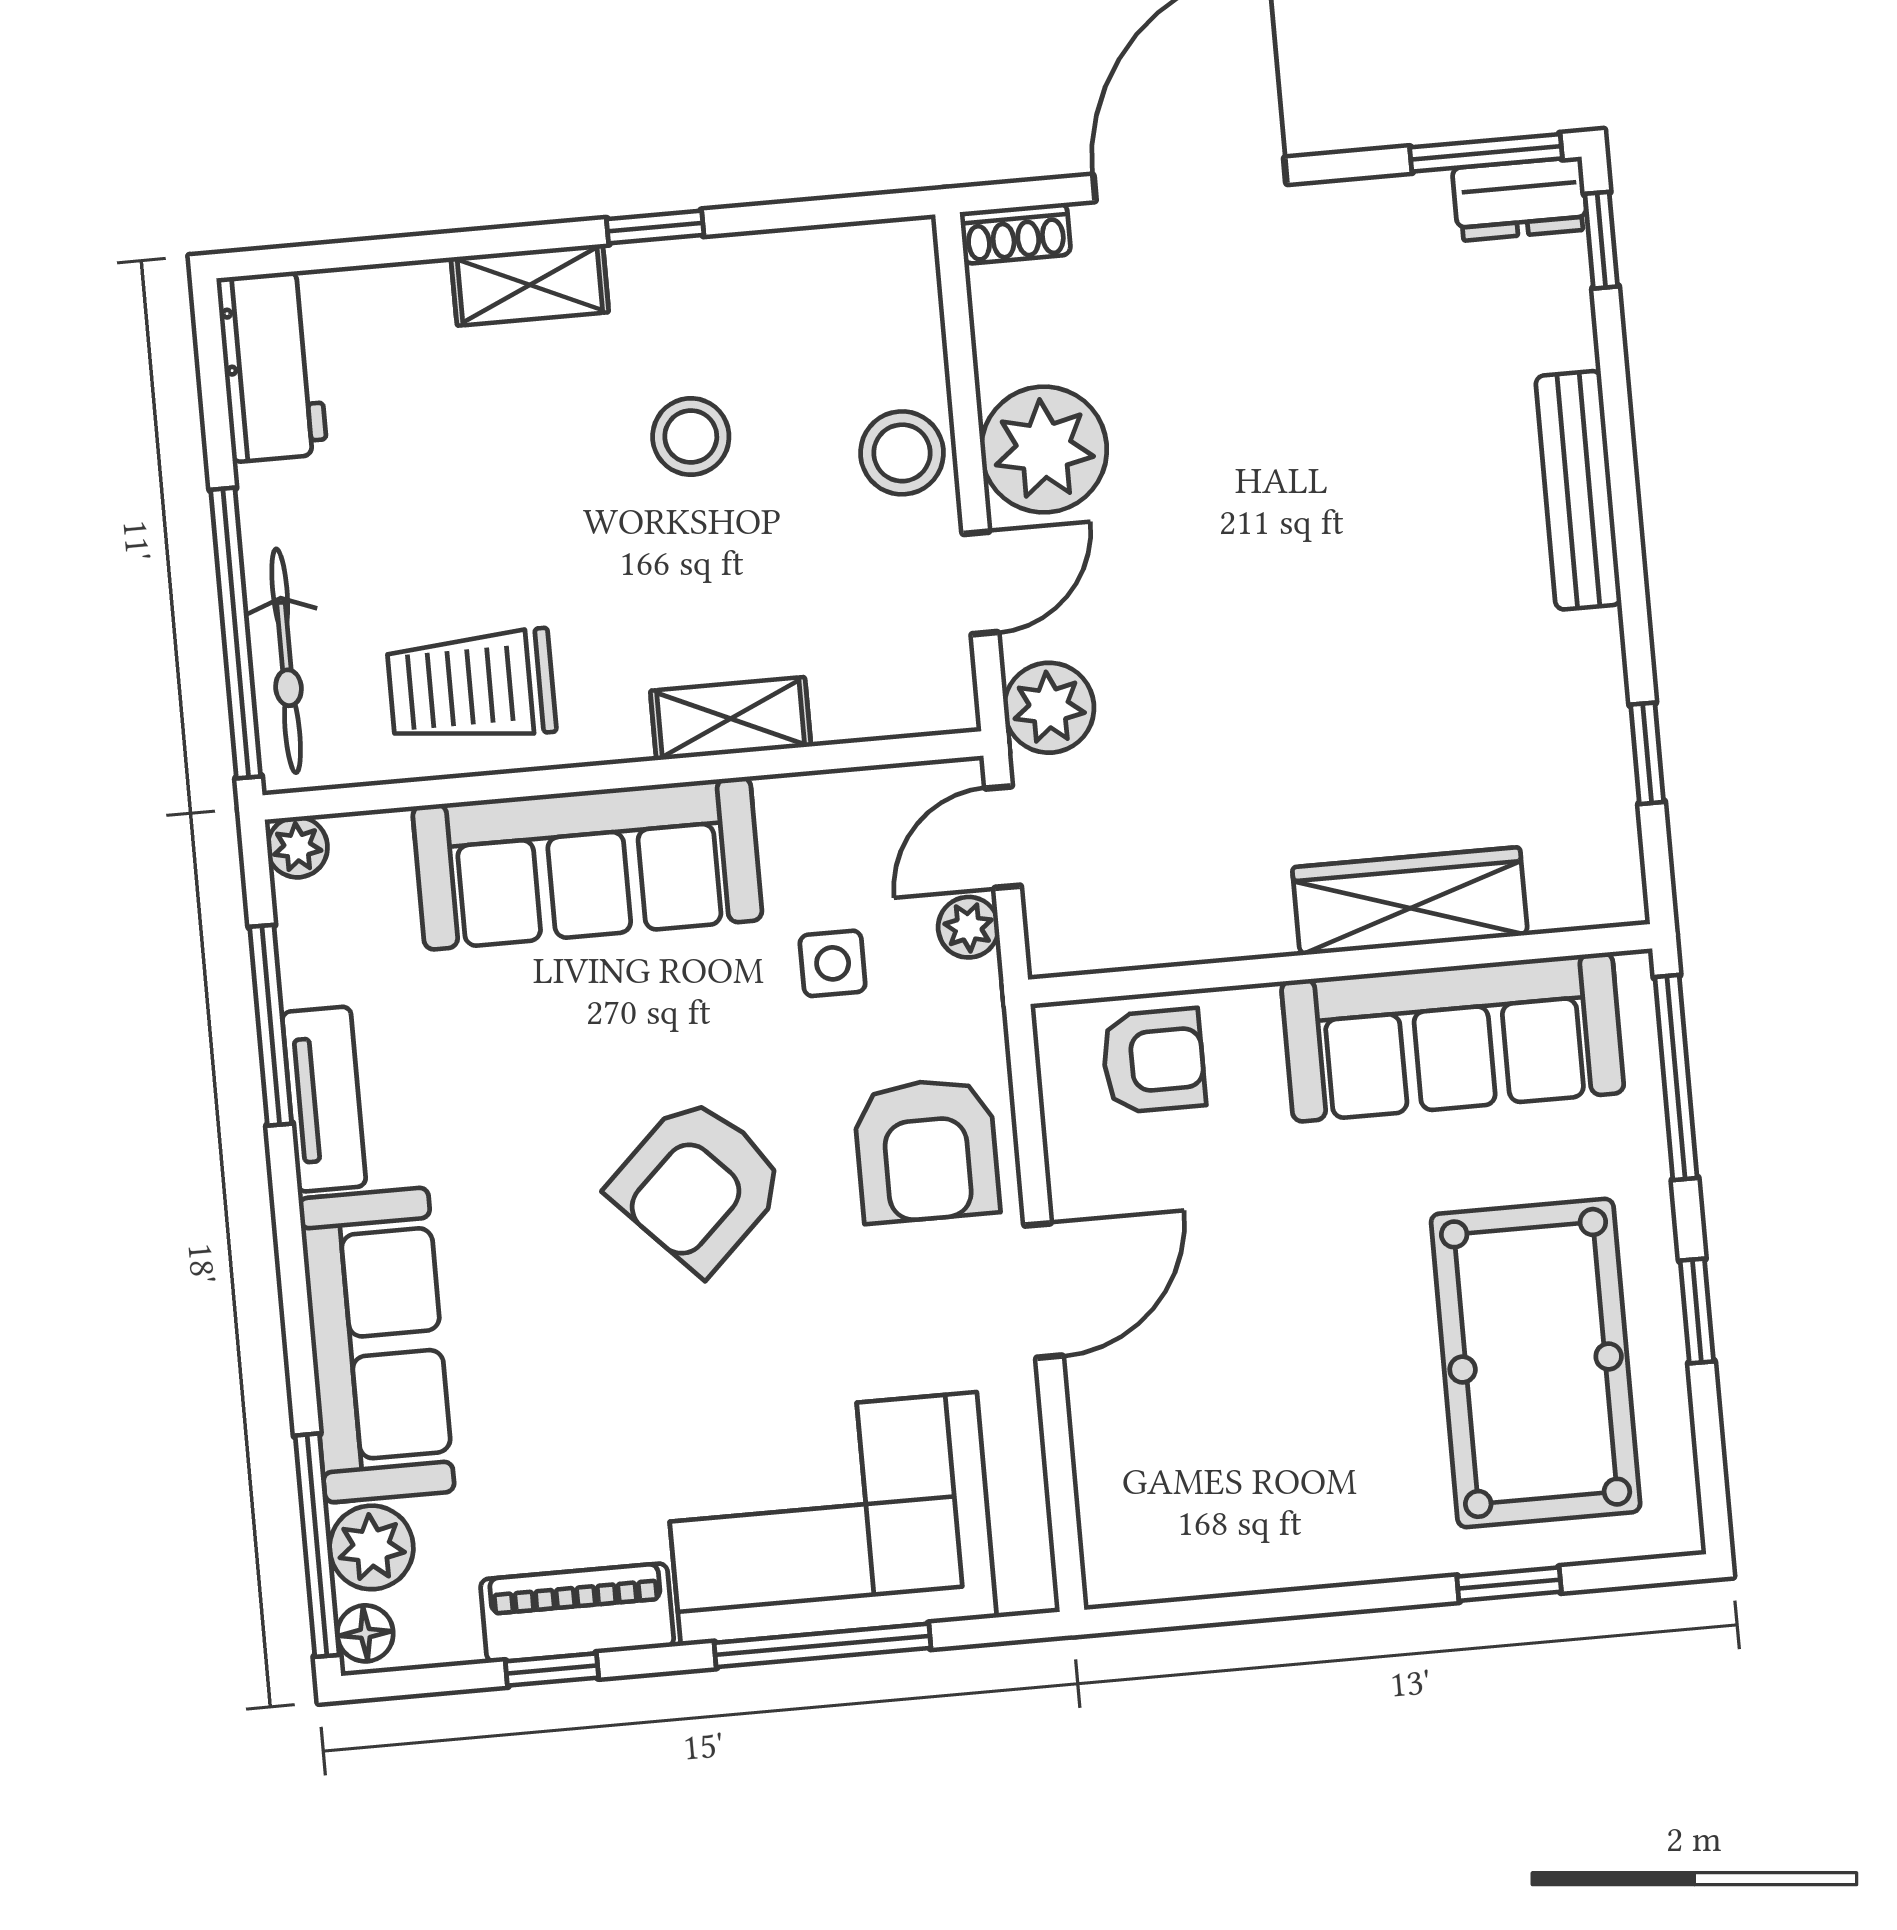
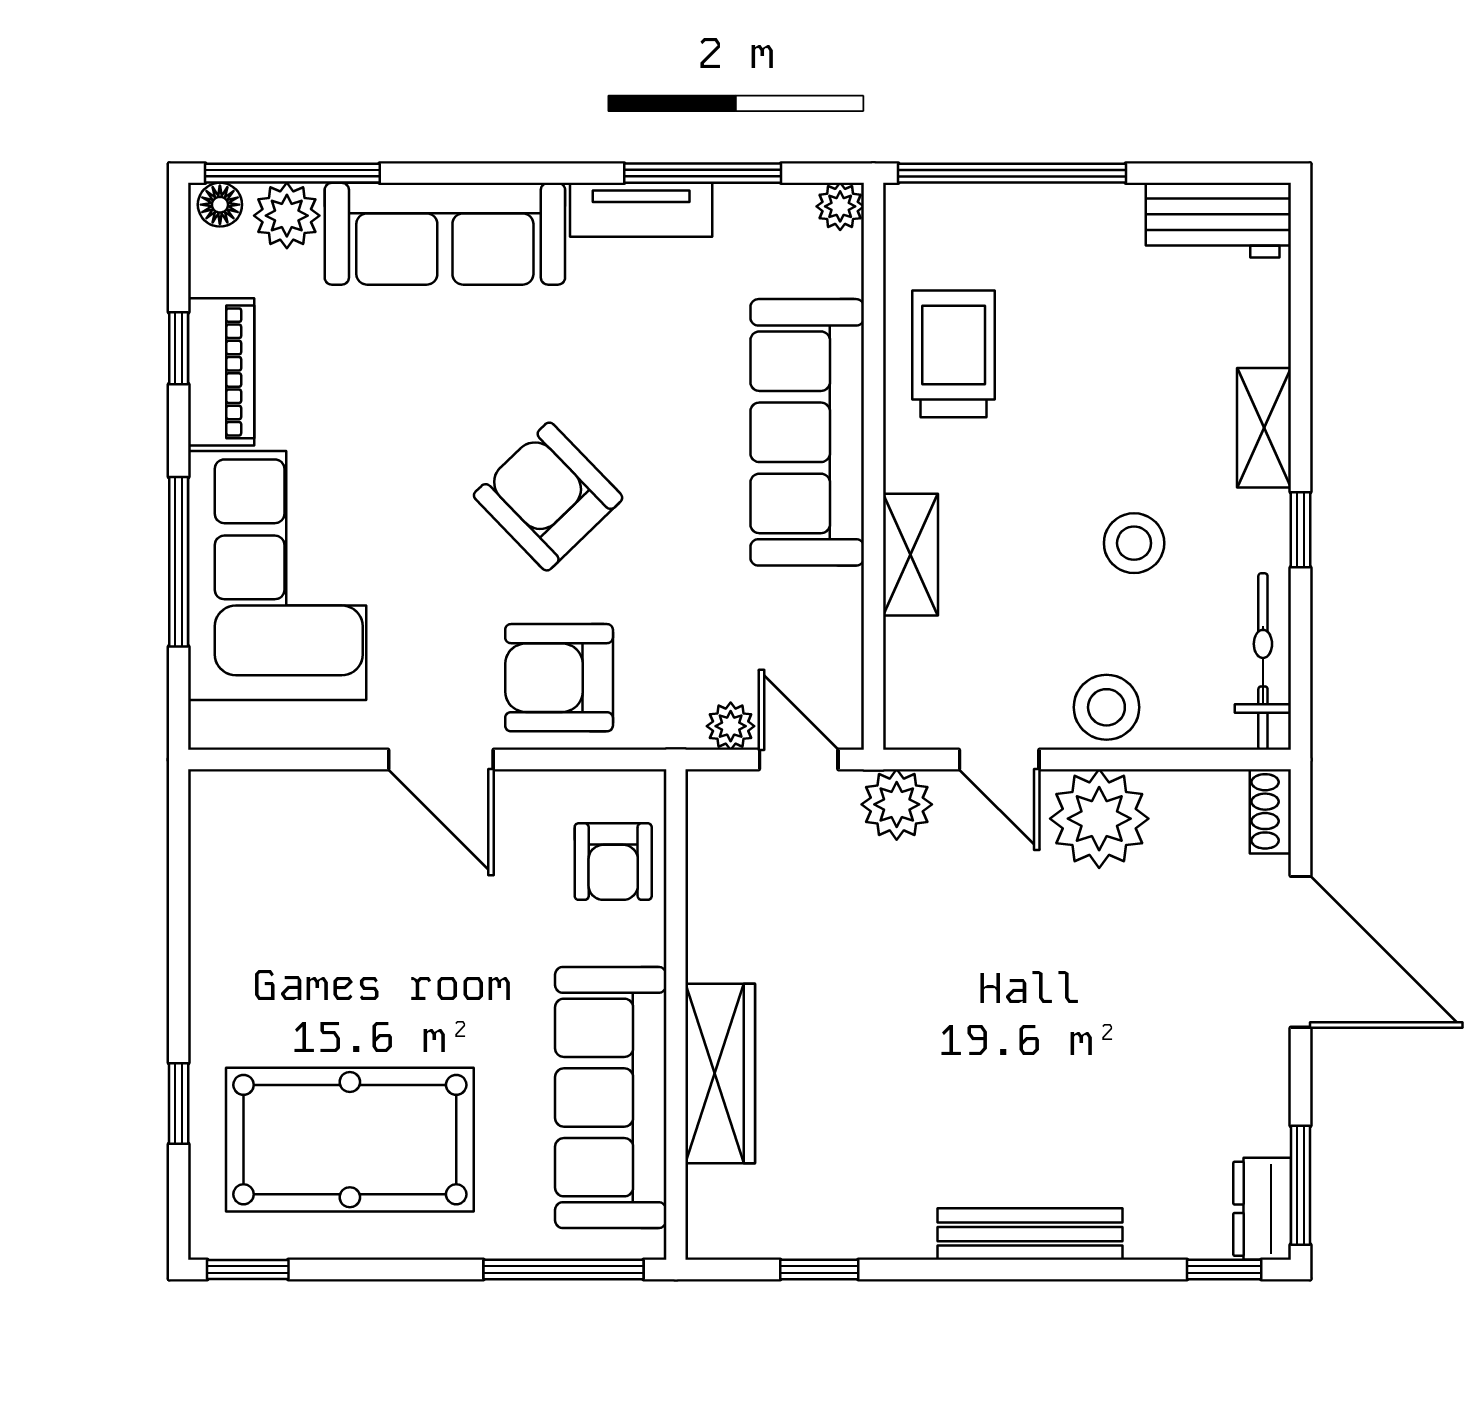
bicycle: (286, 661) -> (1263, 662), moved, turned 90
side table: (833, 963) -> (712, 617), removed
window: (1697, 1311) -> (248, 1269), moved

